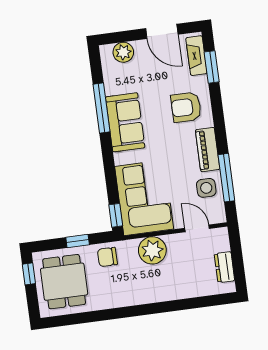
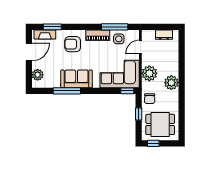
armchair: (186, 107) -> (73, 44), turned 90
plant: (141, 292) -> (171, 83), added

